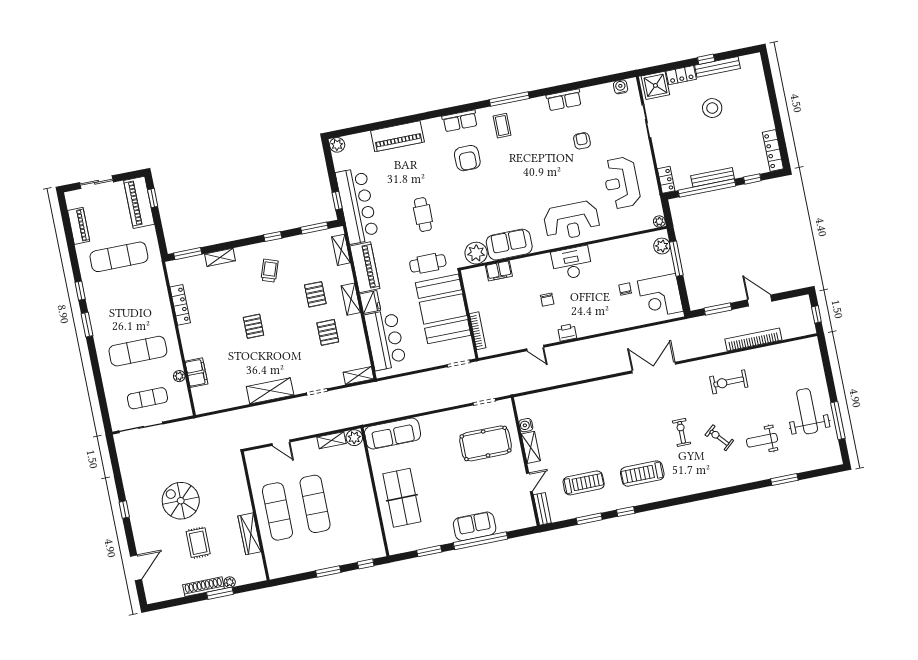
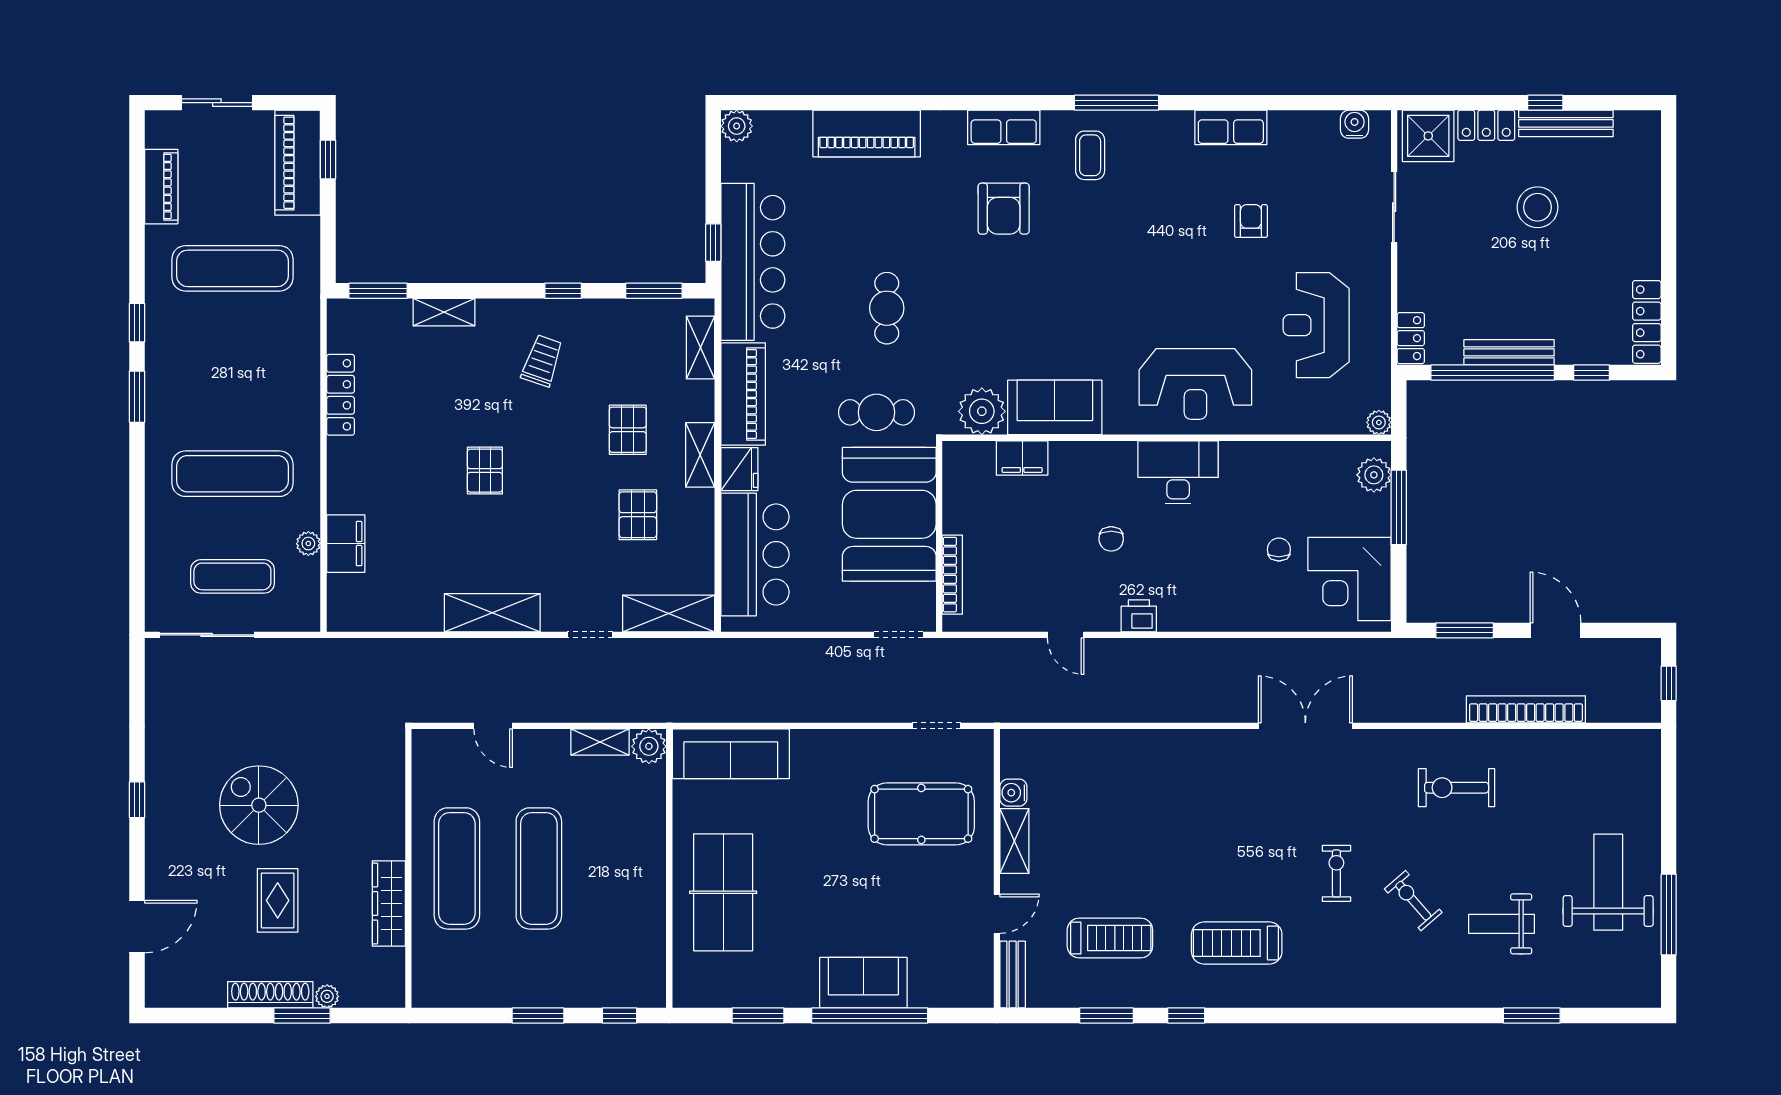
shelving: (359, 376) -> (669, 613), width x1.50, depth x1.33

